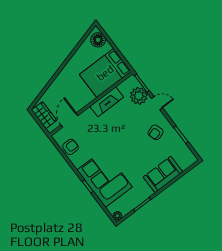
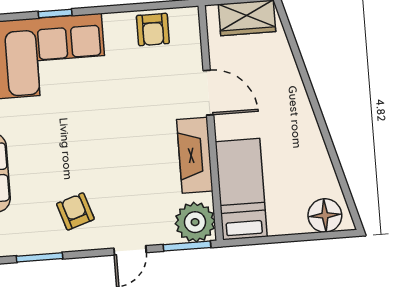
bed: (105, 73) -> (241, 189), width x0.67
plant: (139, 96) -> (195, 222), moved
door: (69, 120) -> (208, 93), moved

